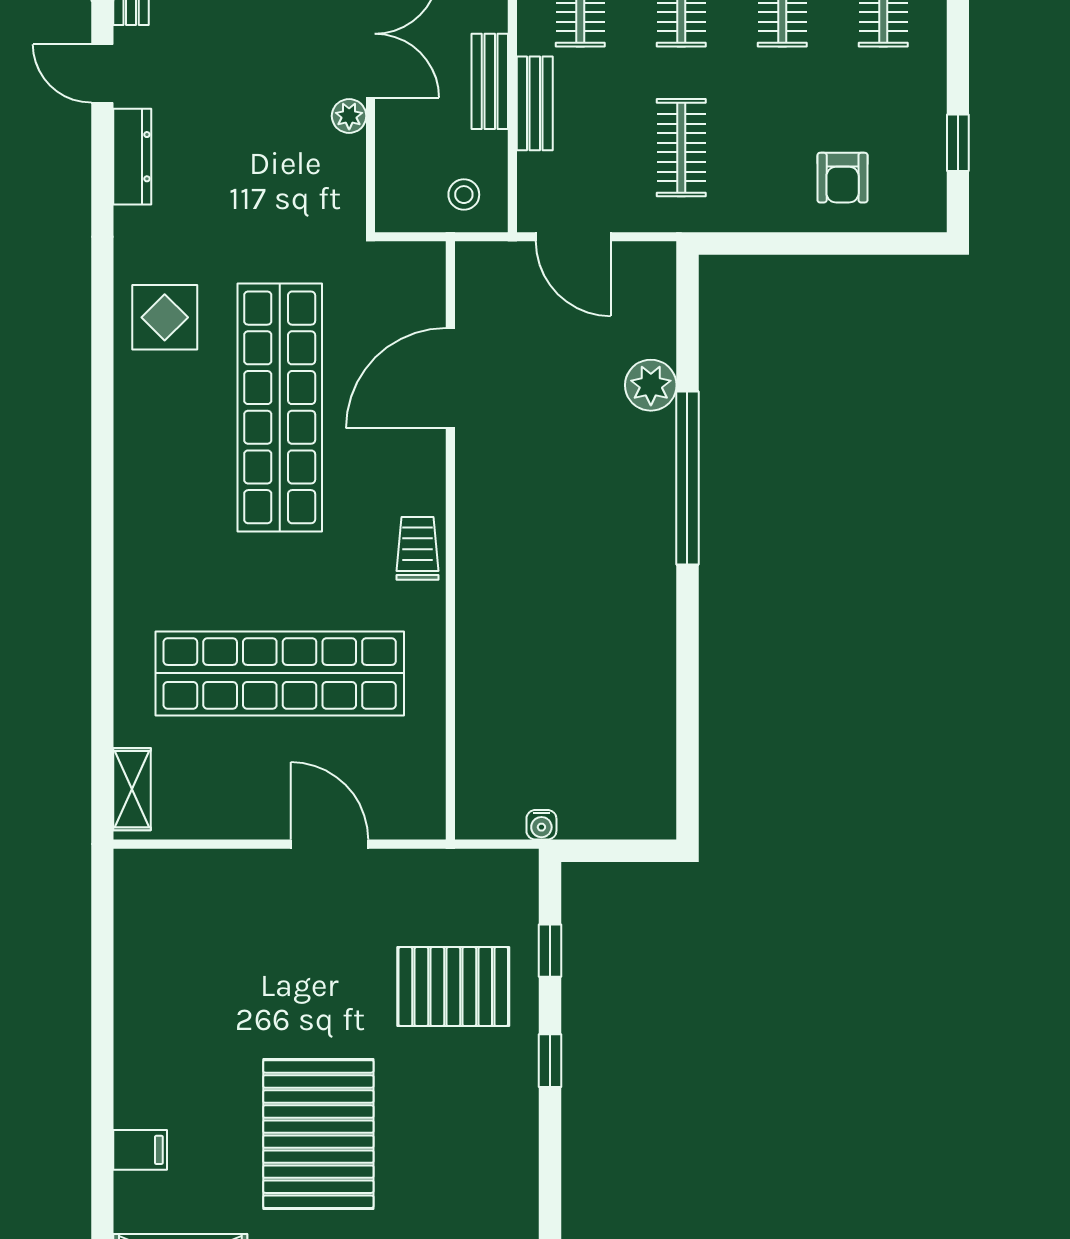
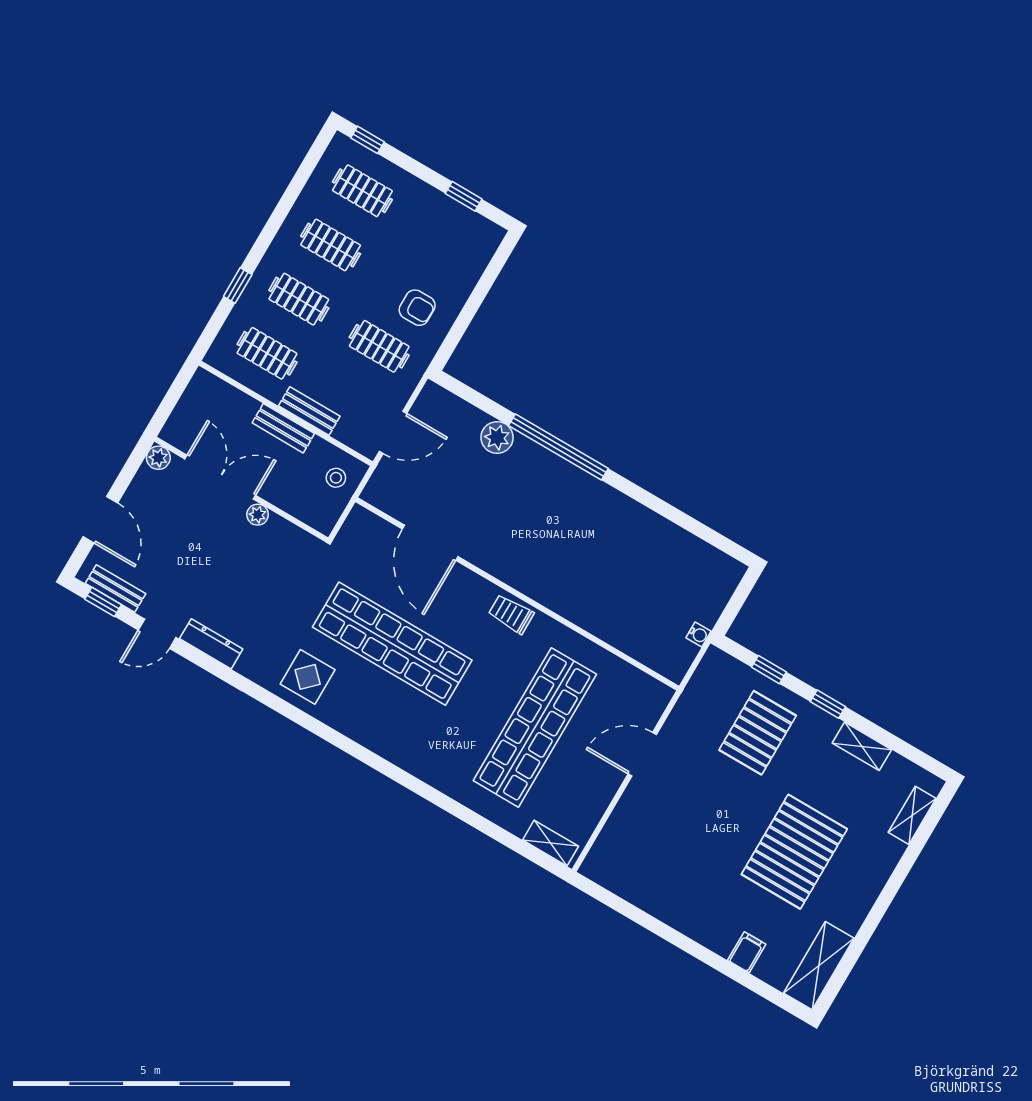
armchair: (843, 178) -> (417, 308), moved
pallet: (318, 1134) -> (794, 852), turned 90
shelving: (519, 1142) -> (862, 746), added

